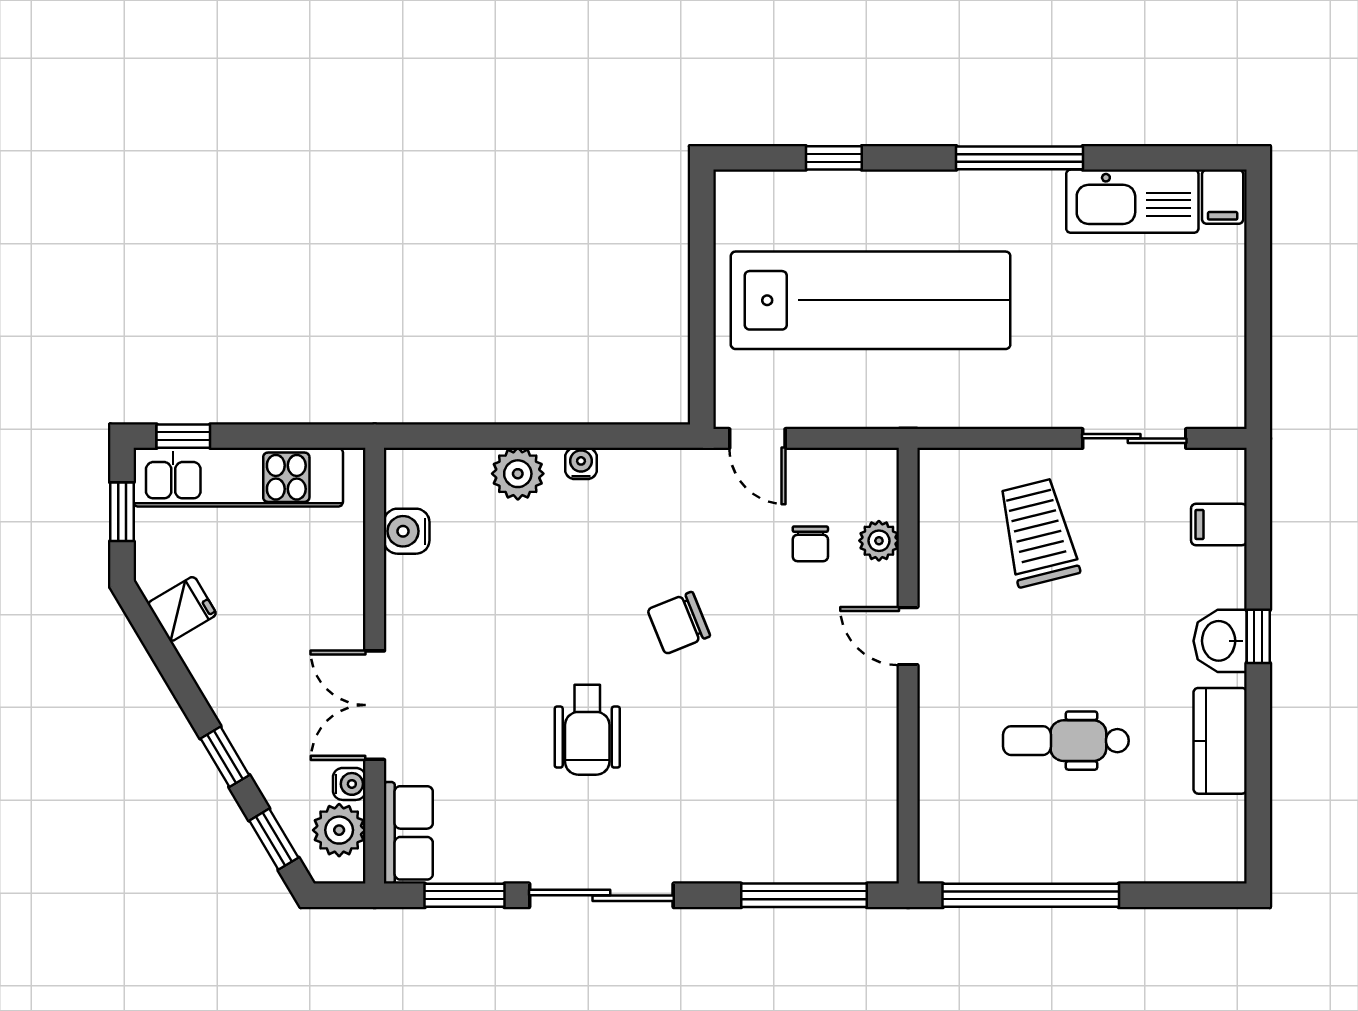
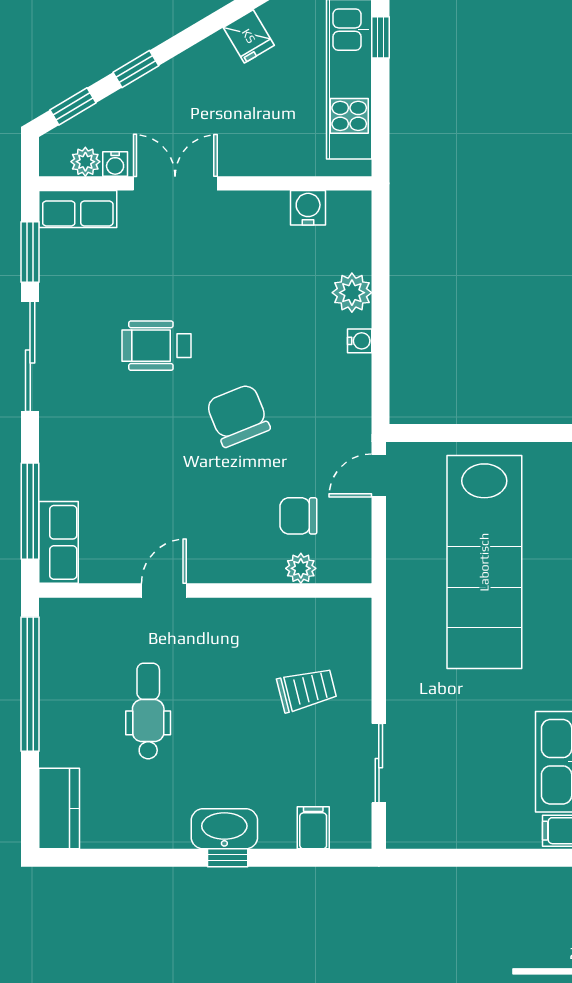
trolley: (1038, 533) -> (307, 690), width x0.73, depth x0.72
chair: (810, 544) -> (298, 516), width x1.37, depth x1.37
chair: (679, 623) -> (238, 416), width x1.37, depth x1.37
door: (908, 636) -> (164, 591), moved
washbasin: (1220, 641) -> (224, 829), width x1.38
kitchen counter: (1220, 741) -> (59, 809), moved, turned 90
plant: (339, 830) -> (85, 162), width x0.73, depth x0.73
row of seats: (845, 858) -> (59, 542), added

